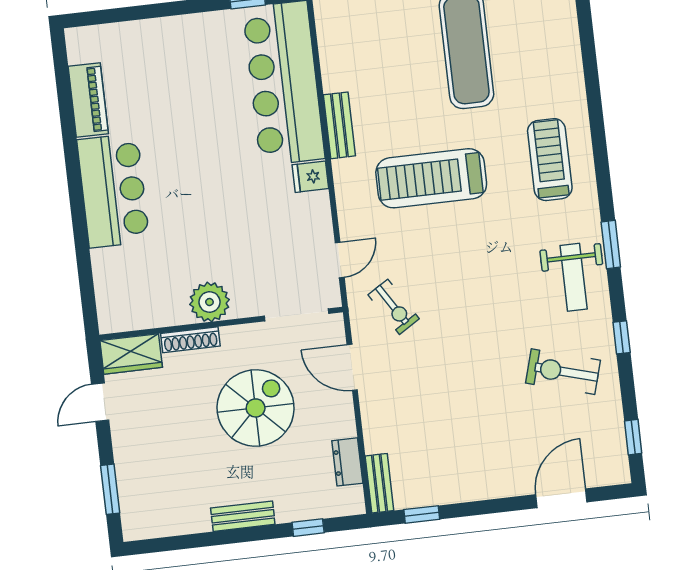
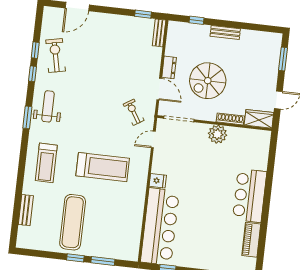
bench: (339, 125) -> (26, 210), moved
exercise bike: (563, 372) -> (56, 55), moved, turned -118
window: (633, 437) -> (35, 50), moved
dresser: (347, 462) -> (169, 67), moved

